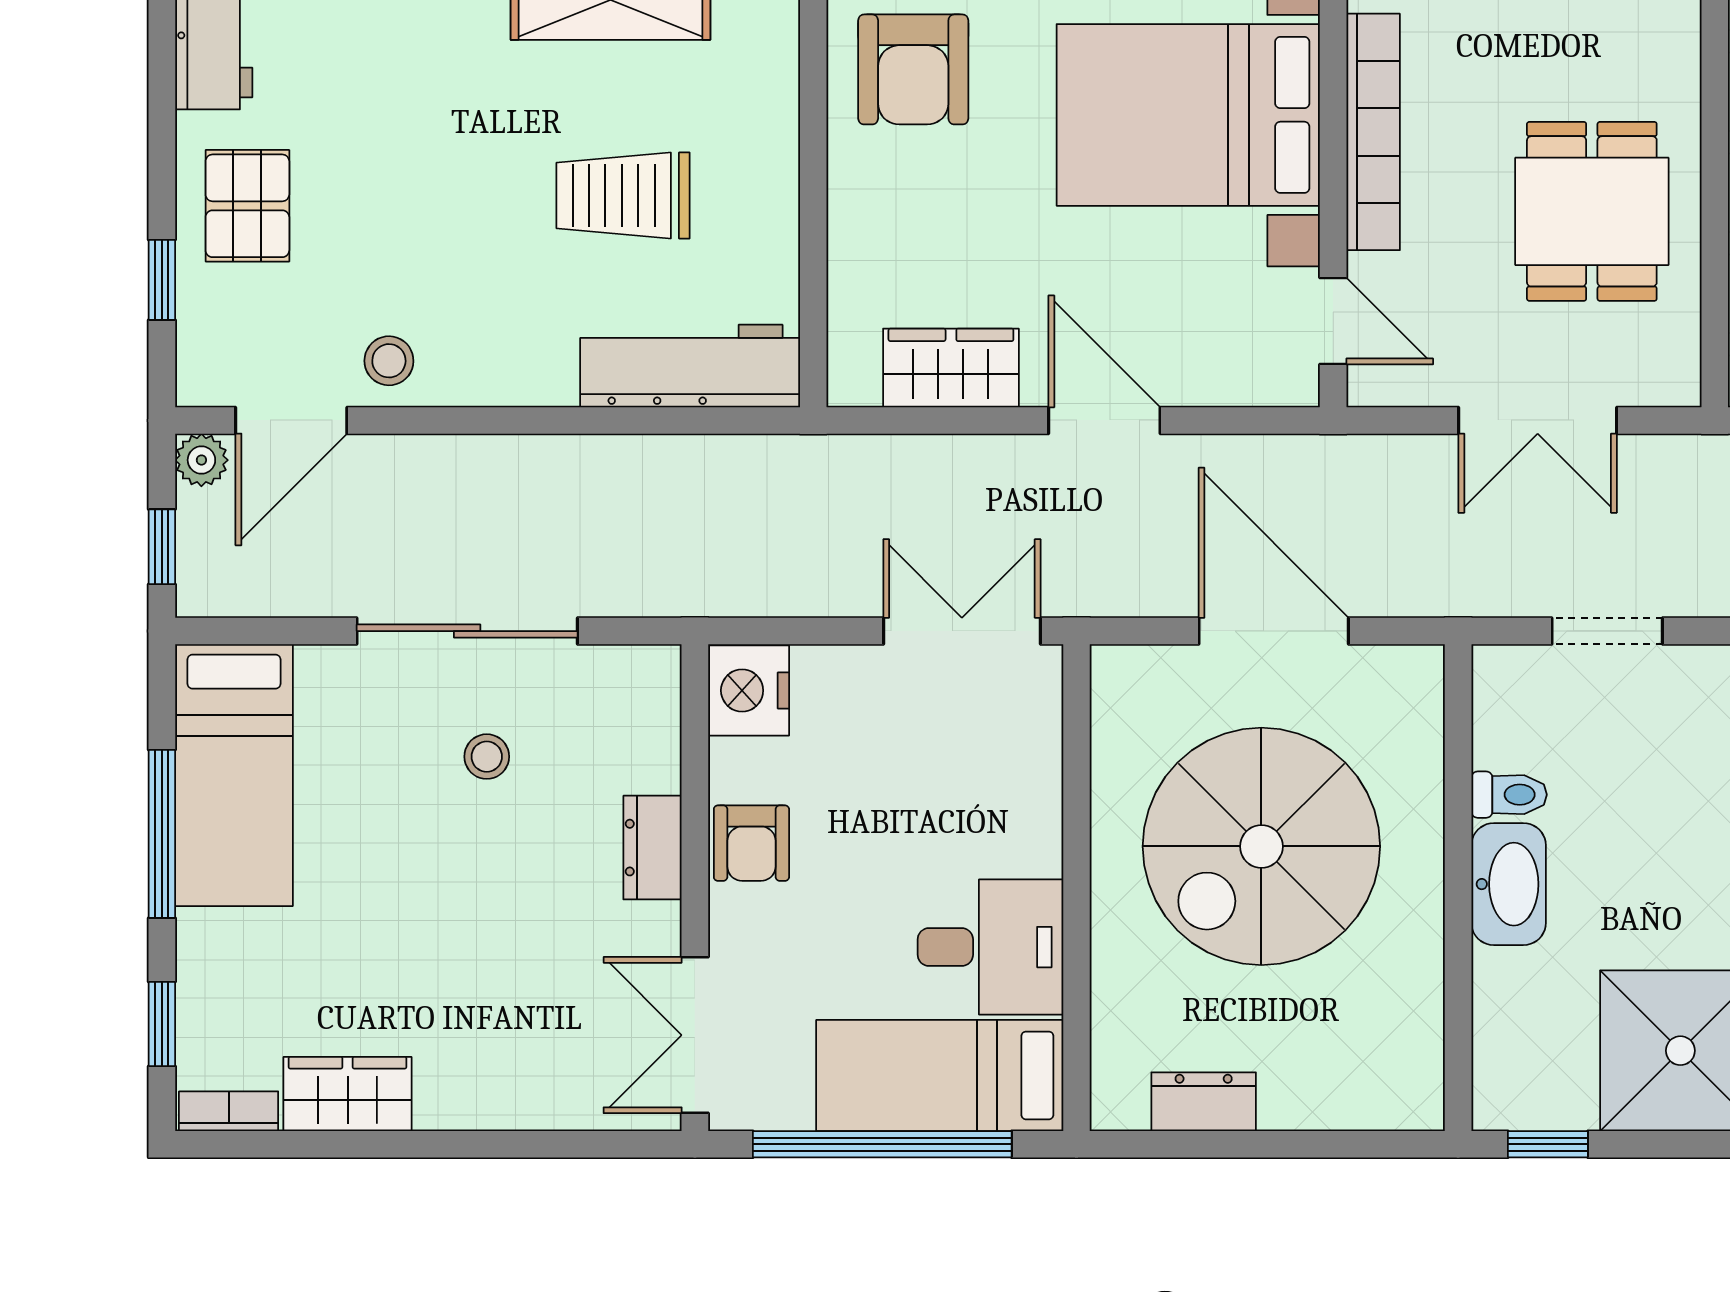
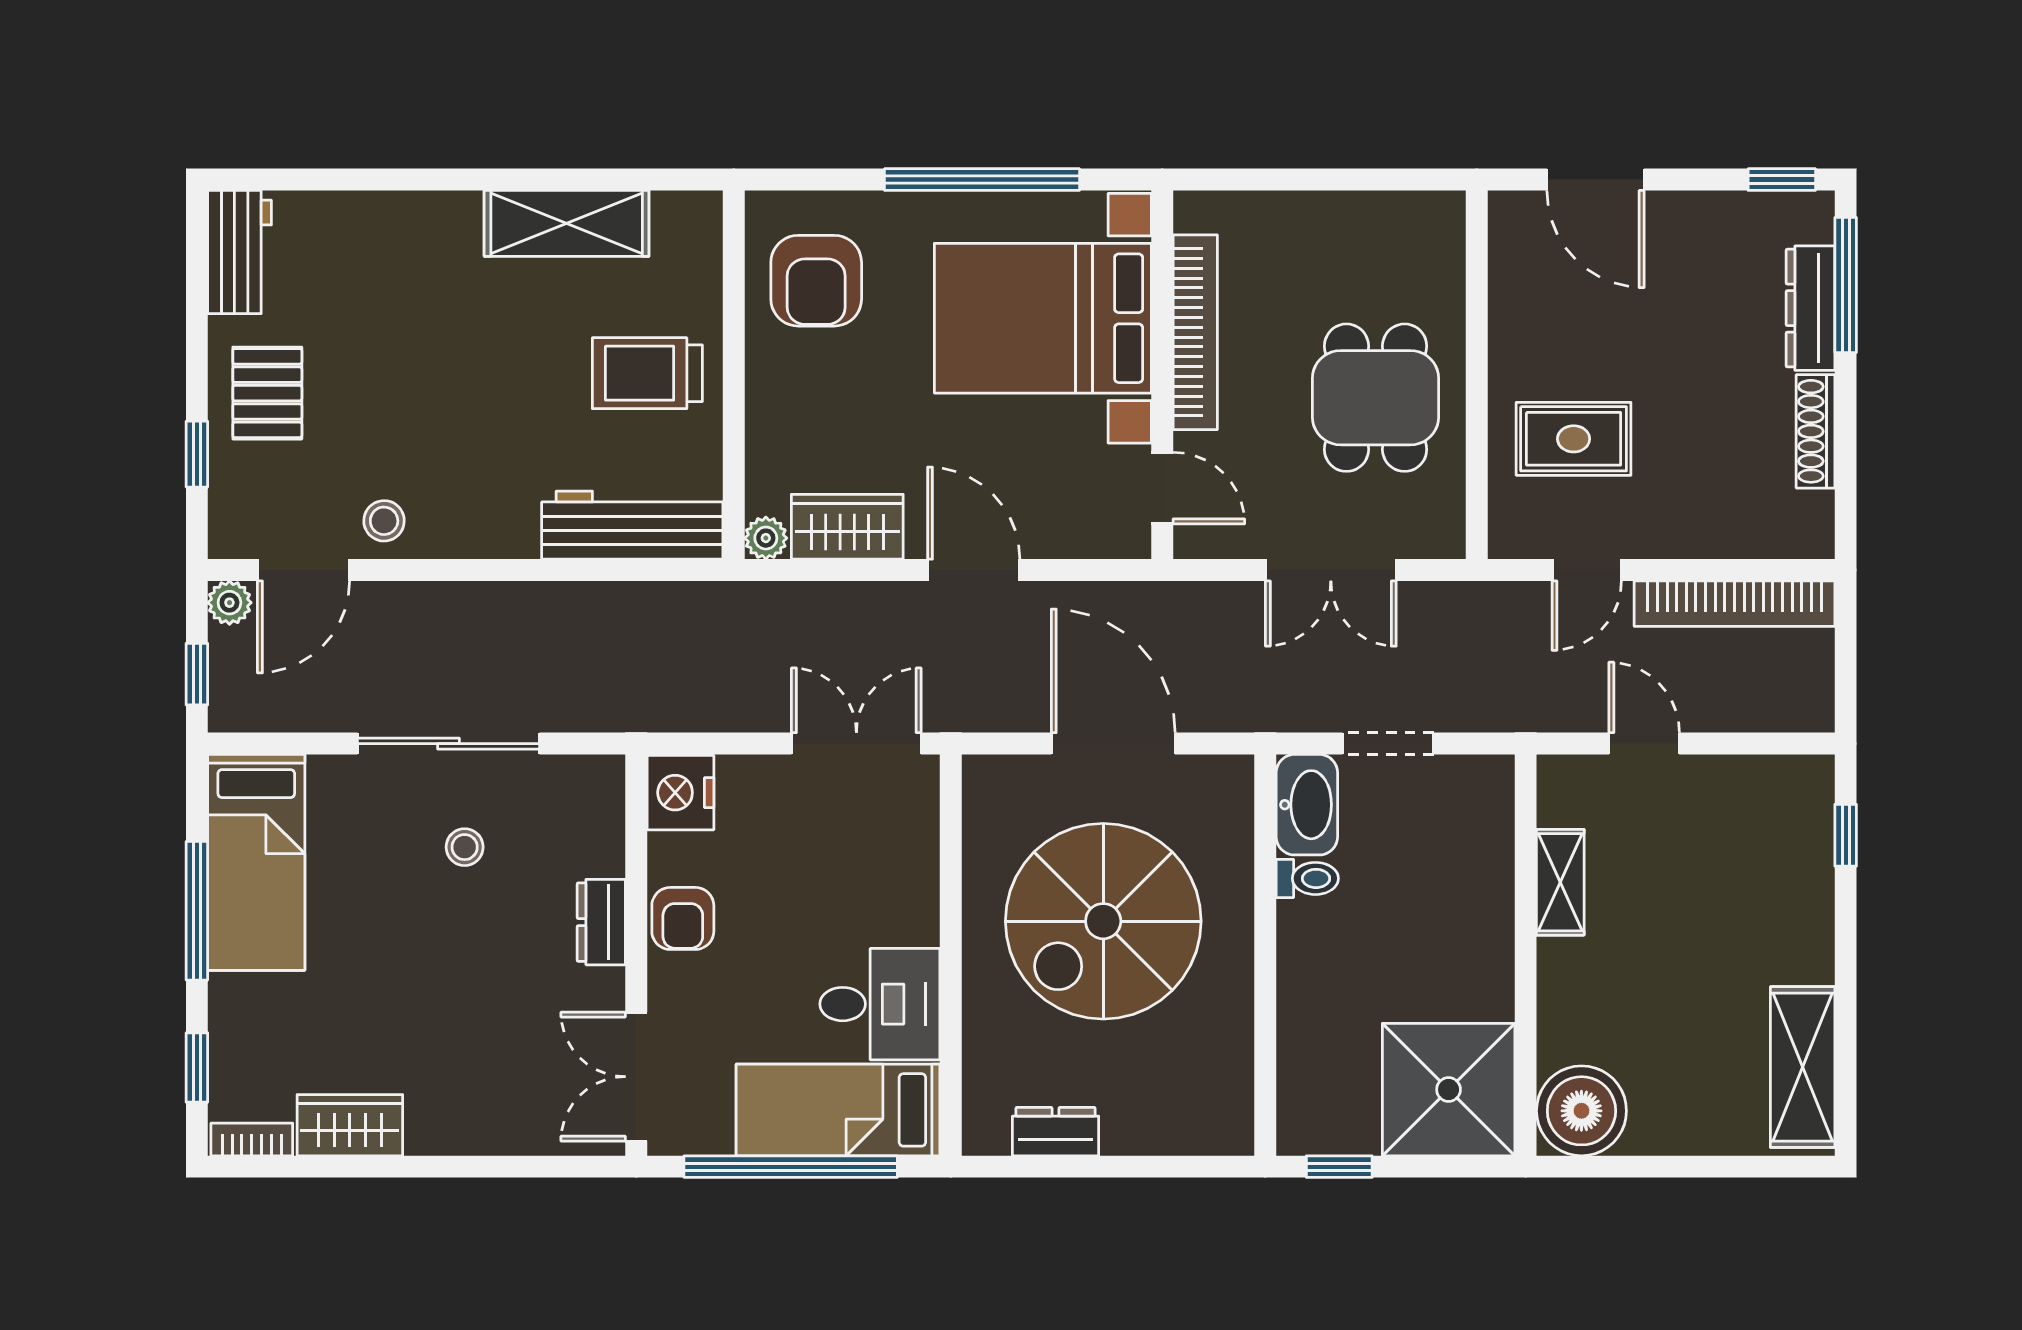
trolley: (623, 195) -> (647, 373), moved
plant: (852, 382) -> (766, 538), added
washbasin: (1509, 884) -> (1307, 805), moved

